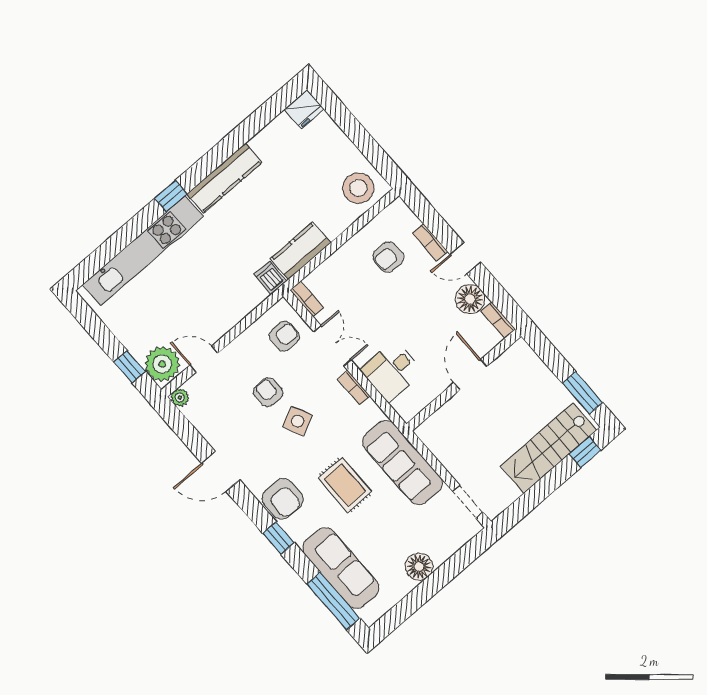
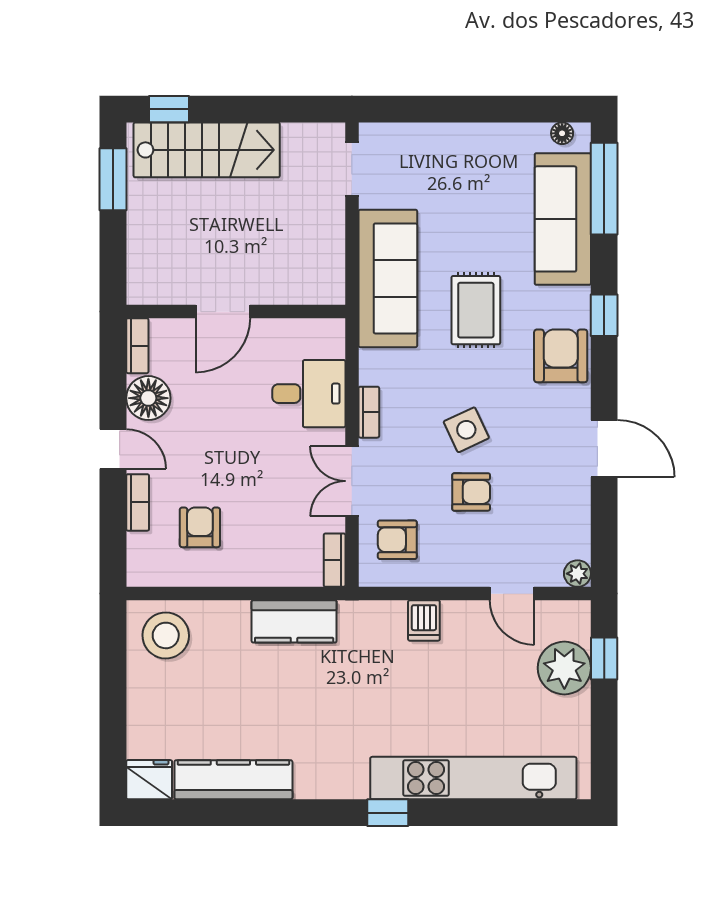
kitchen counter: (224, 178) -> (233, 780), moved
armchair: (388, 257) -> (200, 527), turned -90
dishwasher: (270, 278) -> (424, 621), moved
plant: (162, 364) -> (564, 668), moved
armchair: (268, 392) -> (471, 492), turned -90
floor lamp: (419, 567) -> (562, 133), moved, width x0.53, depth x0.53

